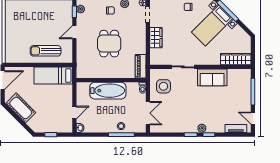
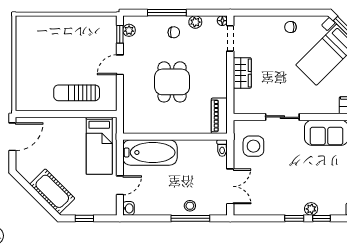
bed: (53, 76) -> (99, 146), moved, turned -90
bathtub: (108, 91) -> (150, 152), moved
cot: (21, 108) -> (52, 191), moved

